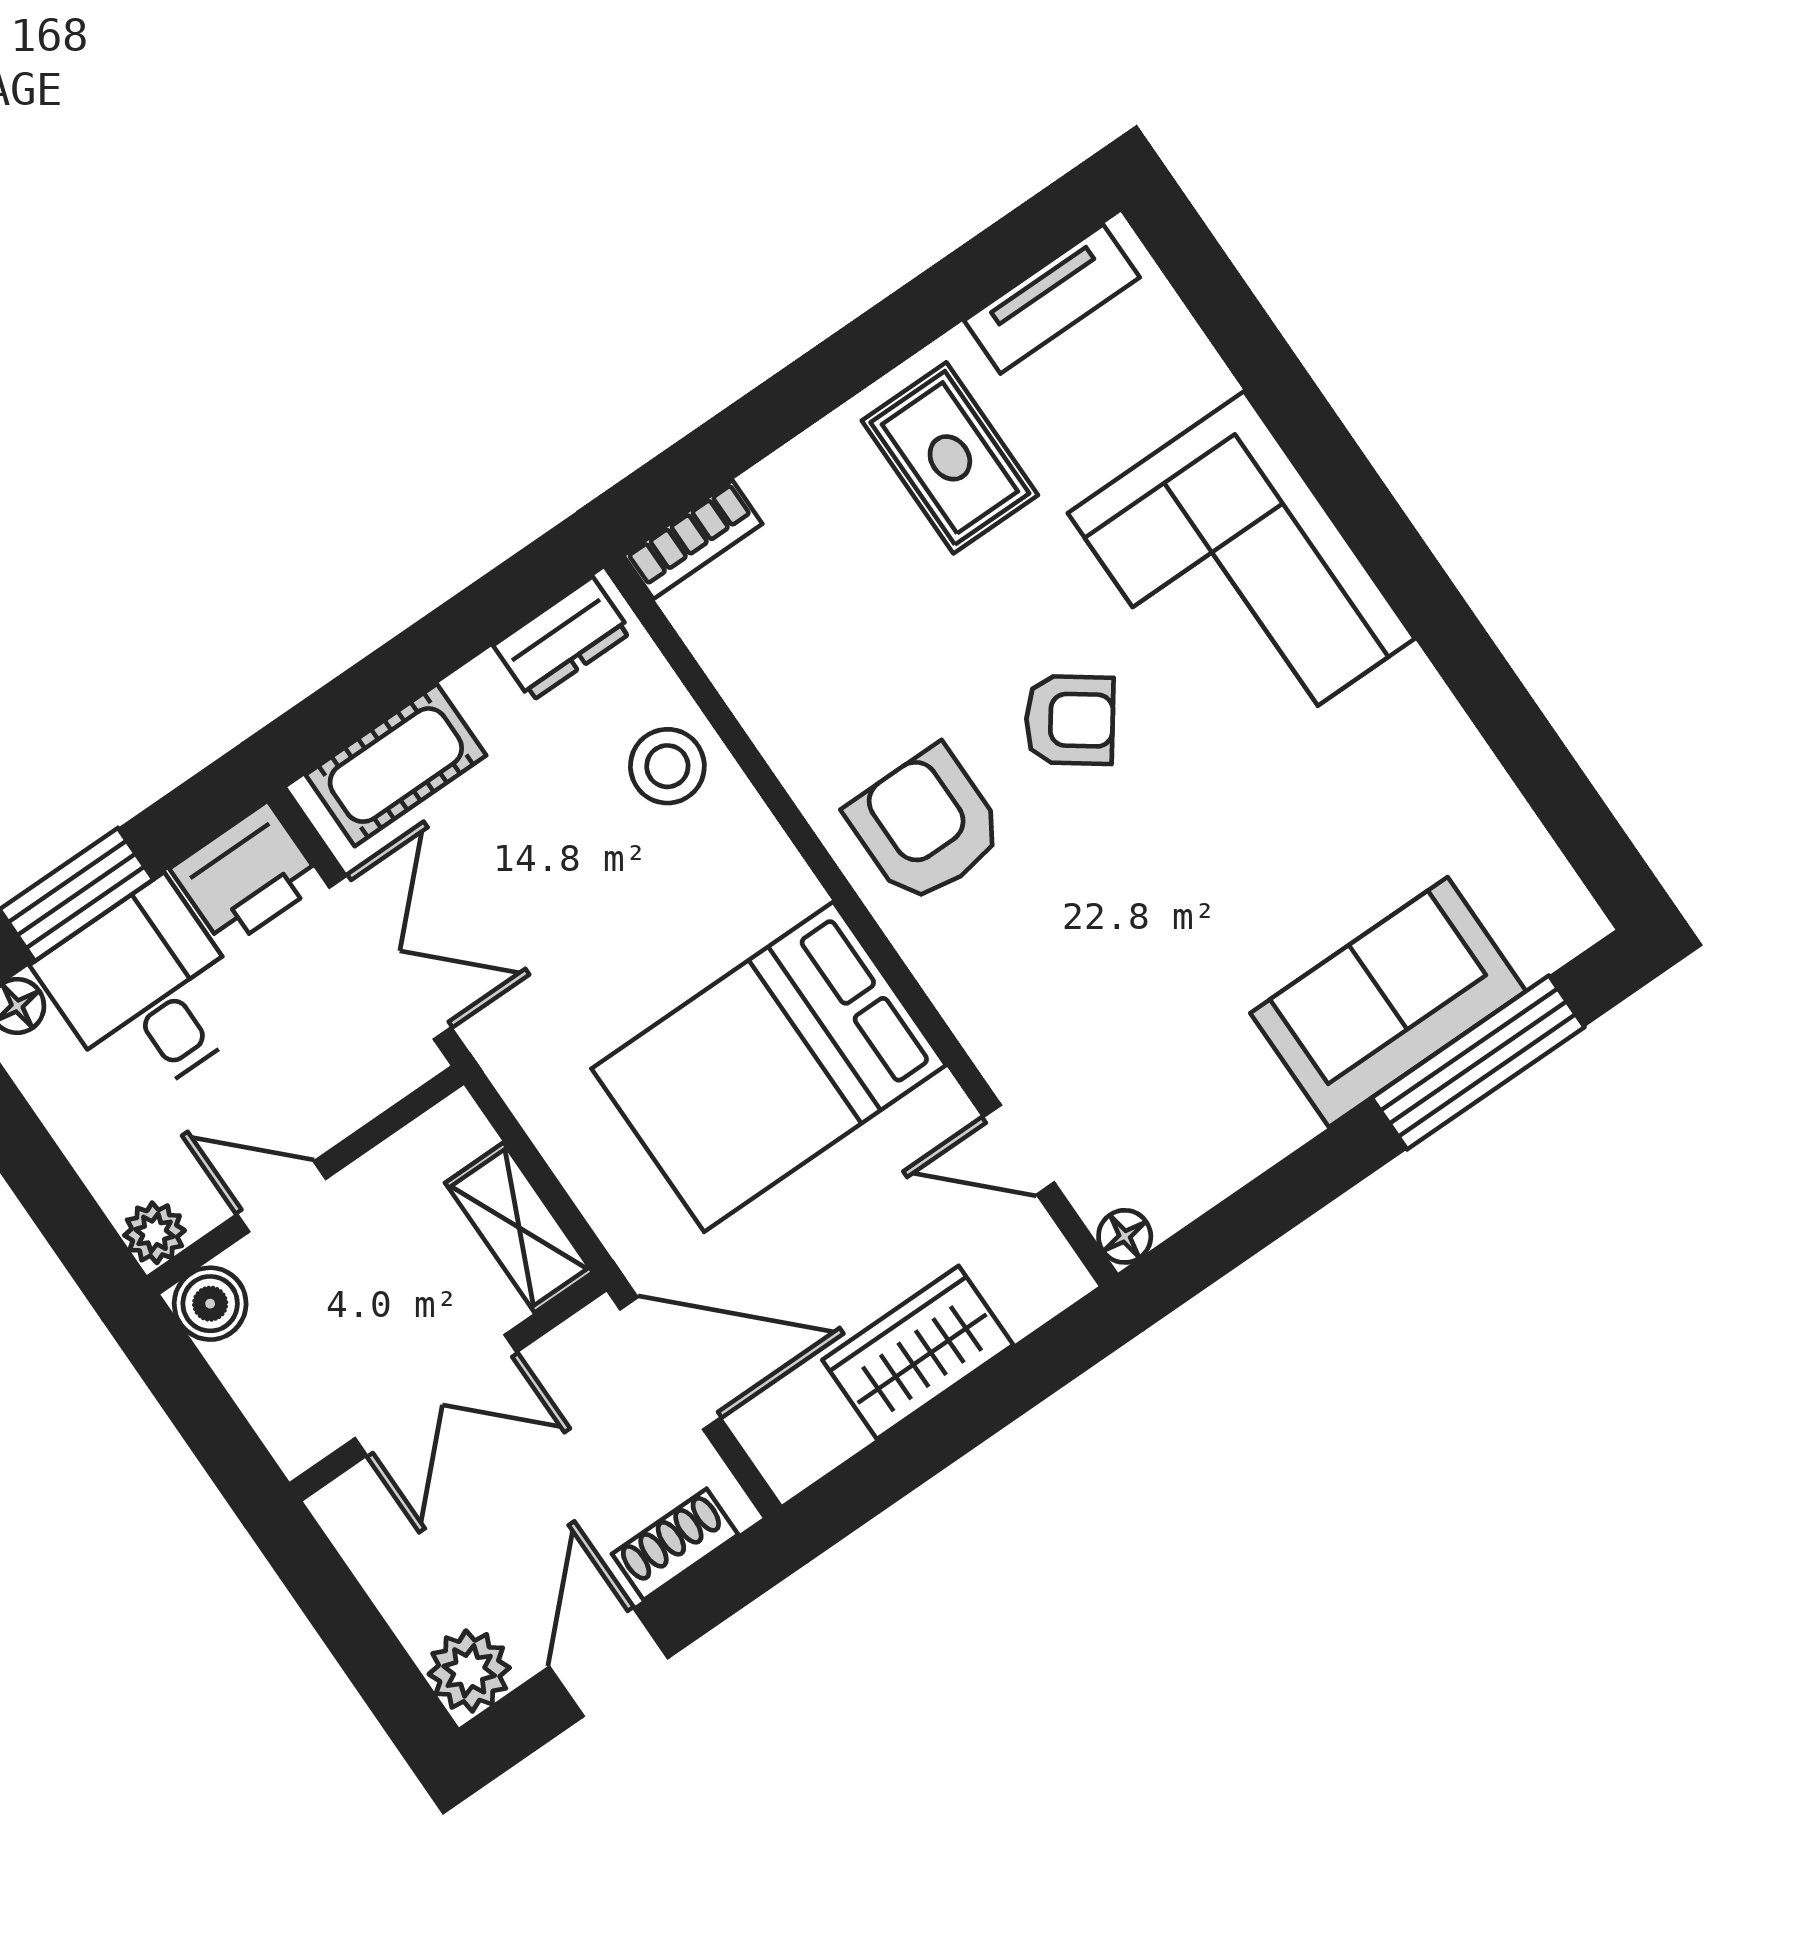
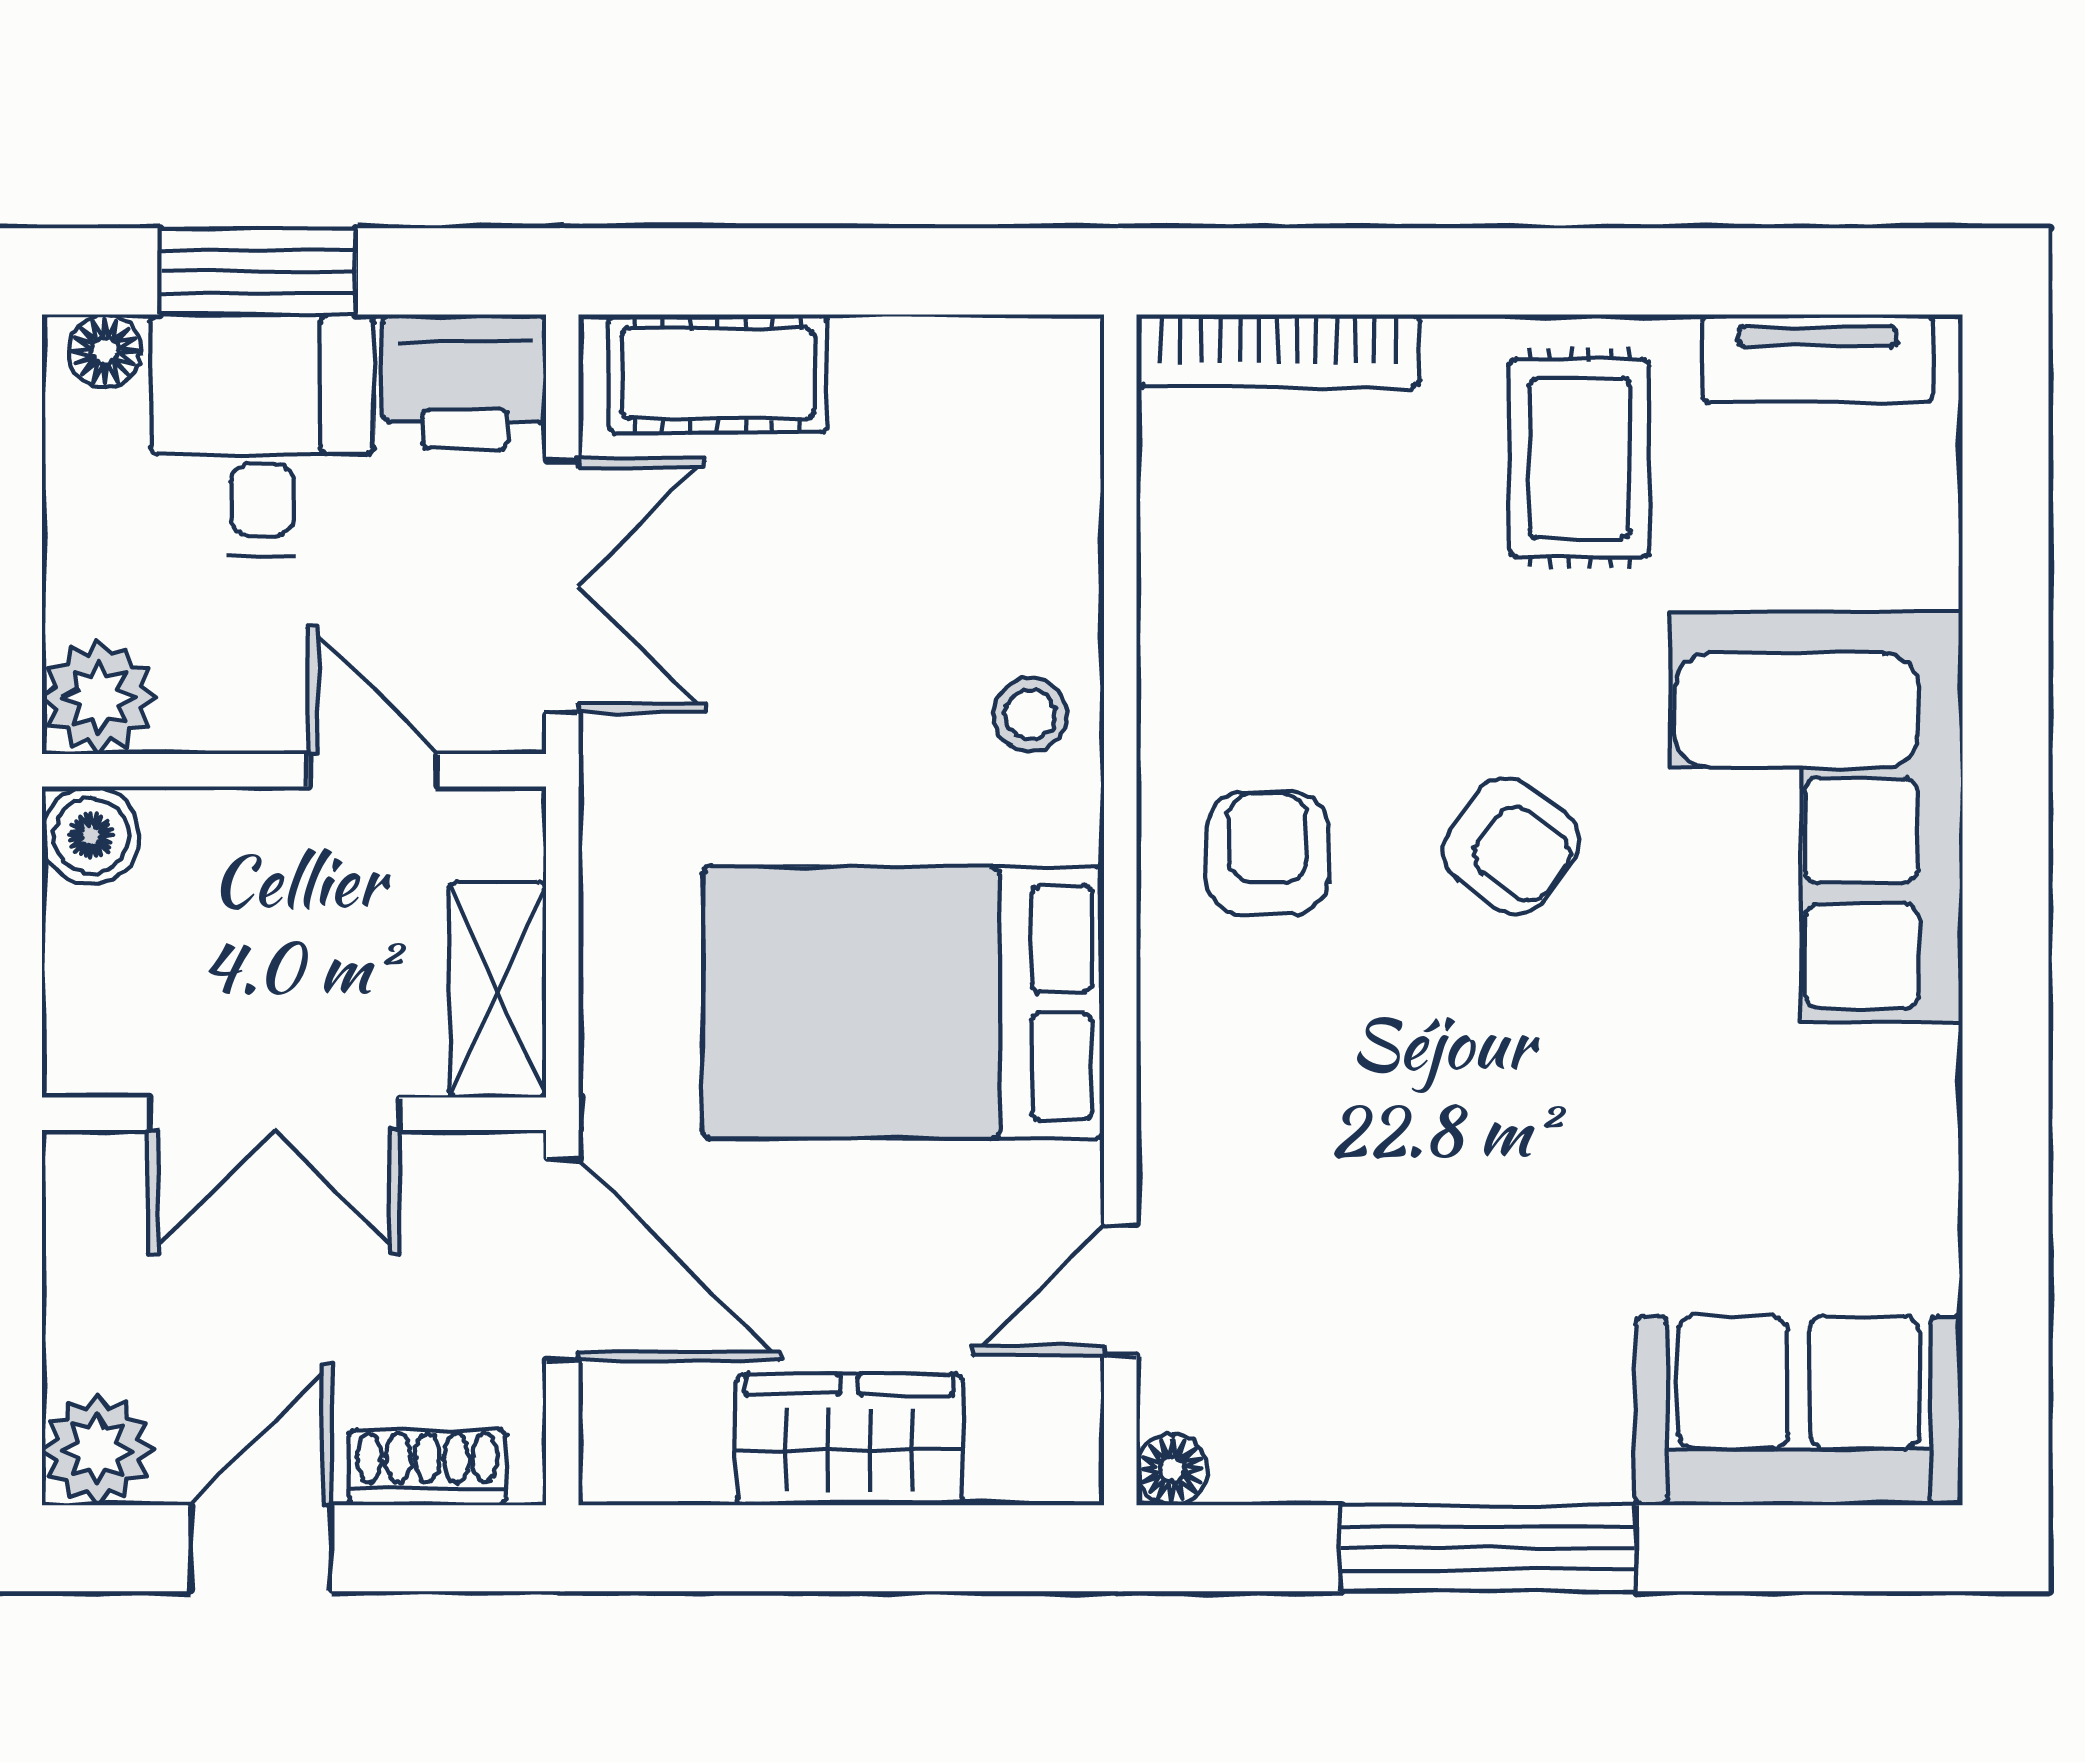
bookcase: (693, 540) -> (1278, 351), width x1.56
dresser: (562, 639) -> (1003, 361), removed
stool: (667, 766) -> (1030, 714), moved, width x0.73, depth x0.73
armchair: (926, 825) -> (1267, 853), width x0.72, depth x0.72
sofa: (1388, 1002) -> (1799, 1411), moved
window: (1478, 1062) -> (1488, 1548), moved
door: (1019, 1150) -> (1120, 1290), hinge flipped
door: (281, 1196) -> (373, 770), moved
plant: (155, 1233) -> (99, 697), width x1.38, depth x1.38

